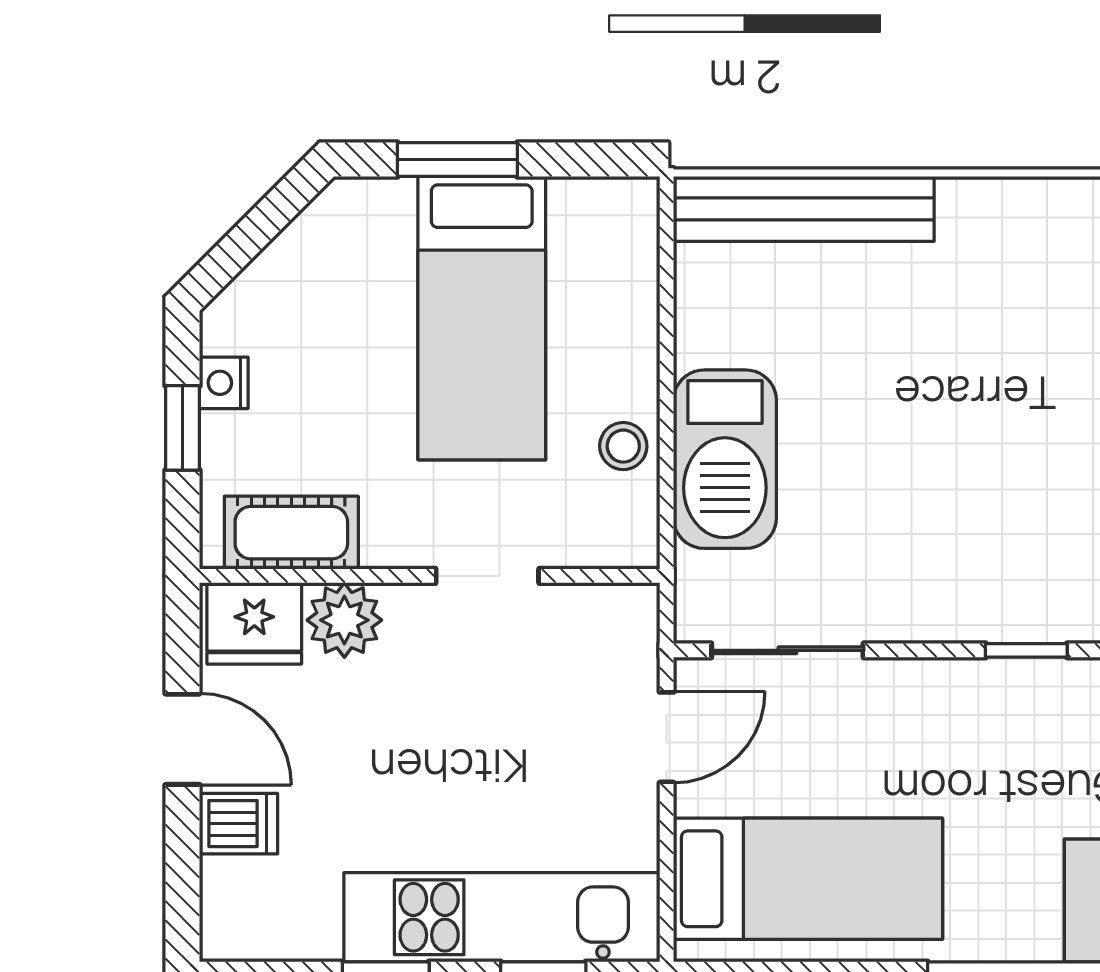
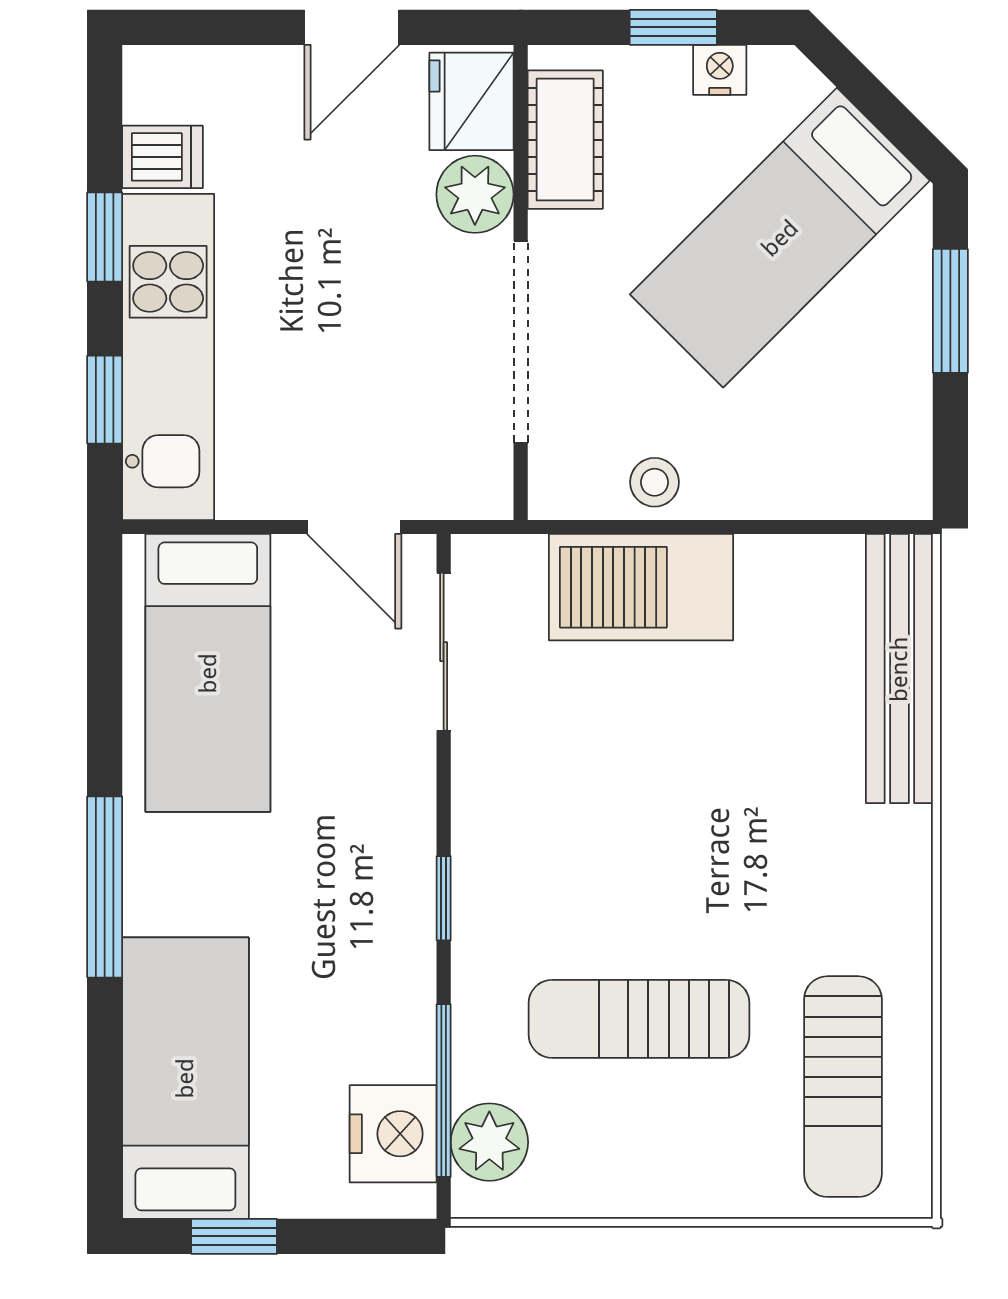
bed: (482, 318) -> (780, 238), moved, turned -45
doorway: (487, 576) -> (521, 342), width x1.87
dishwasher: (238, 824) -> (162, 157), moved, turned -90

